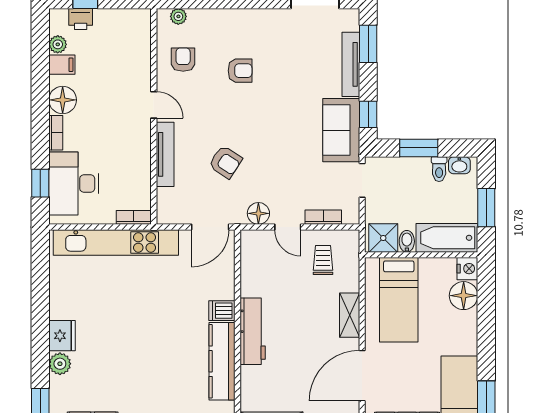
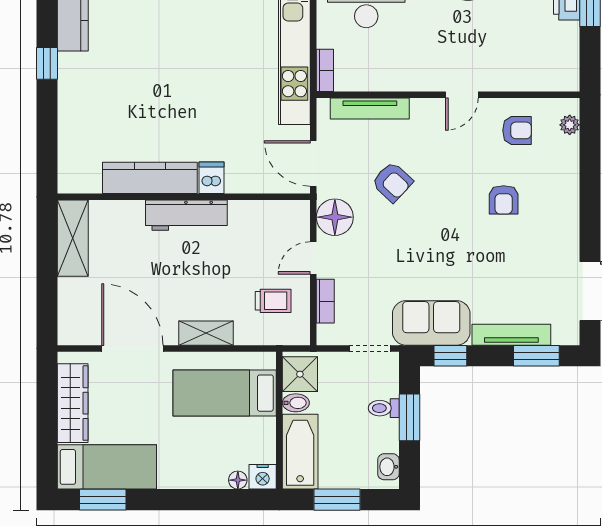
tv unit: (165, 154) -> (370, 109), moved
armchair: (225, 162) -> (392, 182), turned -80
toilet: (439, 169) -> (384, 408), moved
floor lamp: (258, 213) -> (335, 217), width x1.38, depth x1.38
floor lamp: (464, 296) -> (238, 480), width x0.53, depth x0.53

